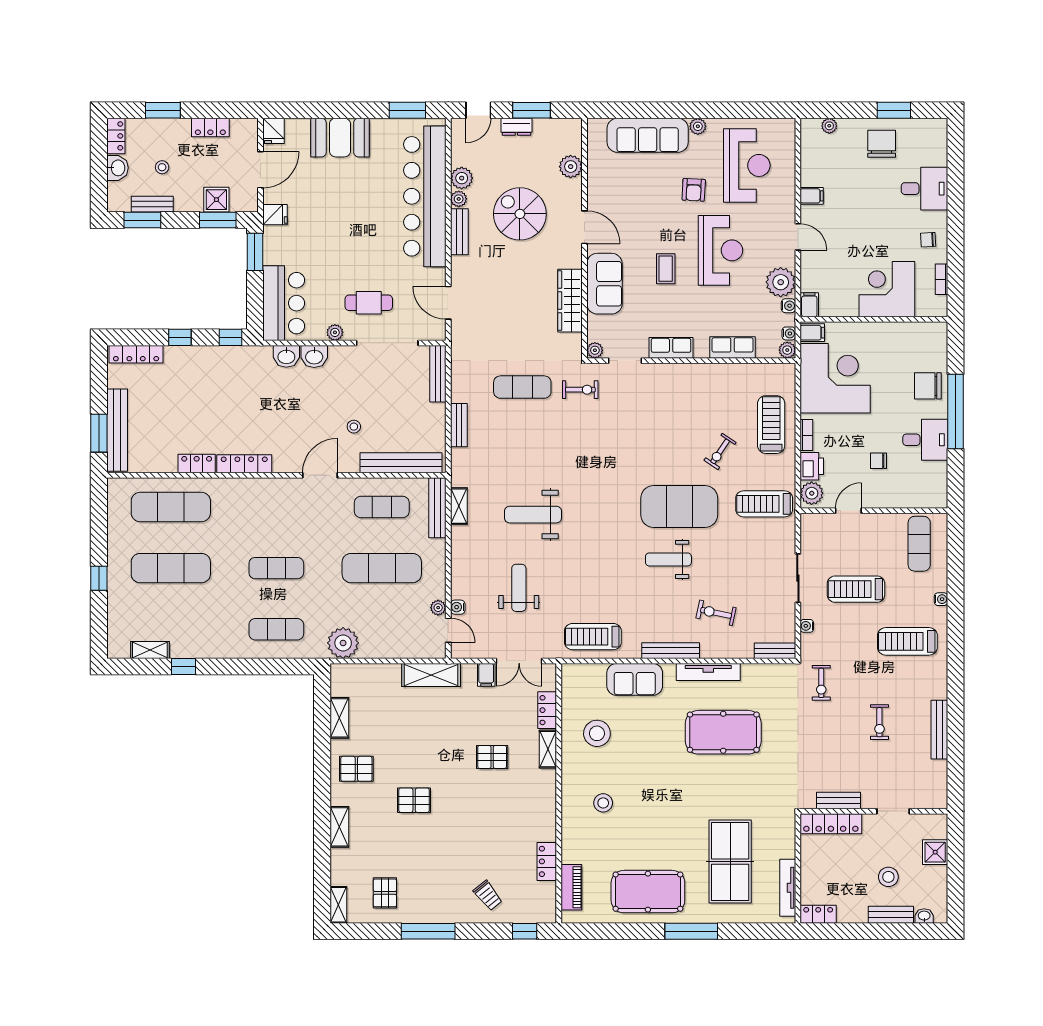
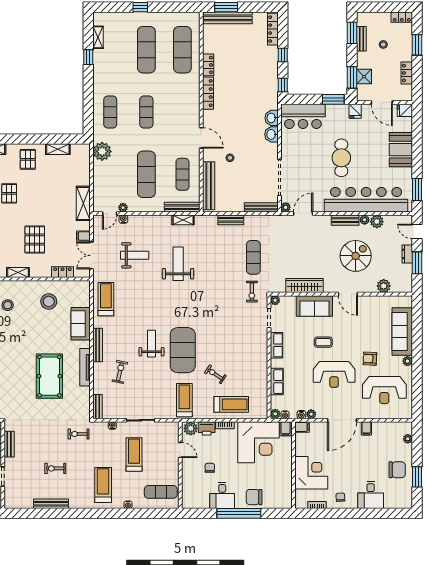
washbasin: (117, 168) -> (383, 18), removed
door: (584, 227) -> (348, 294), hinge flipped
door: (798, 237) -> (342, 420), width x1.87
plant: (781, 282) -> (311, 414), width x0.53, depth x0.53
cafe table: (369, 303) -> (341, 158), moved, width x1.37, depth x1.35
plant: (335, 332) -> (286, 207), moved
chair: (928, 386) -> (254, 497), turned -90
shelving: (548, 749) -> (18, 272), moved
pallet: (492, 757) -> (35, 240), width x1.50, depth x1.42

